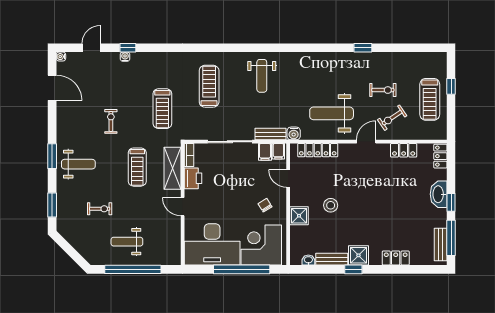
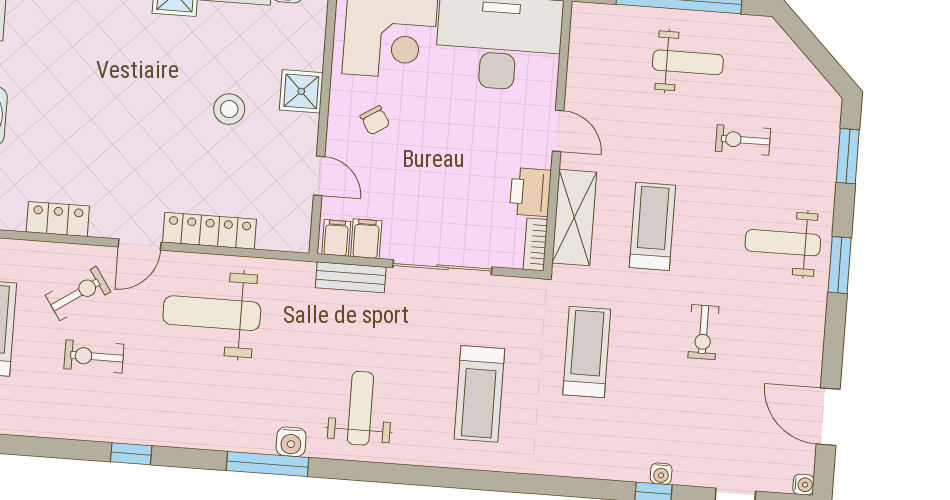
window: (302, 48) -> (268, 464), added
weight bench: (332, 113) -> (212, 313), turned 180
water cooler: (294, 133) -> (291, 442), moved, turned 180
locker: (318, 150) -> (210, 231), moved

